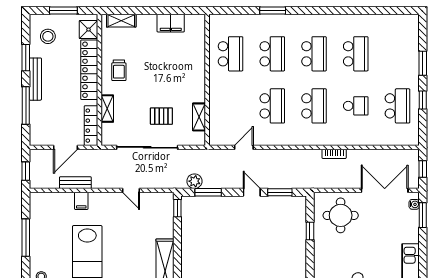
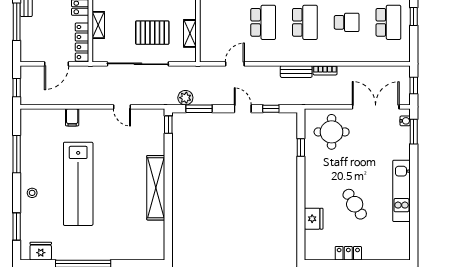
pallet: (161, 116) -> (152, 33), width x1.50, depth x1.42
bench: (75, 183) -> (296, 72), moved
window: (280, 192) -> (271, 109), width x0.67

